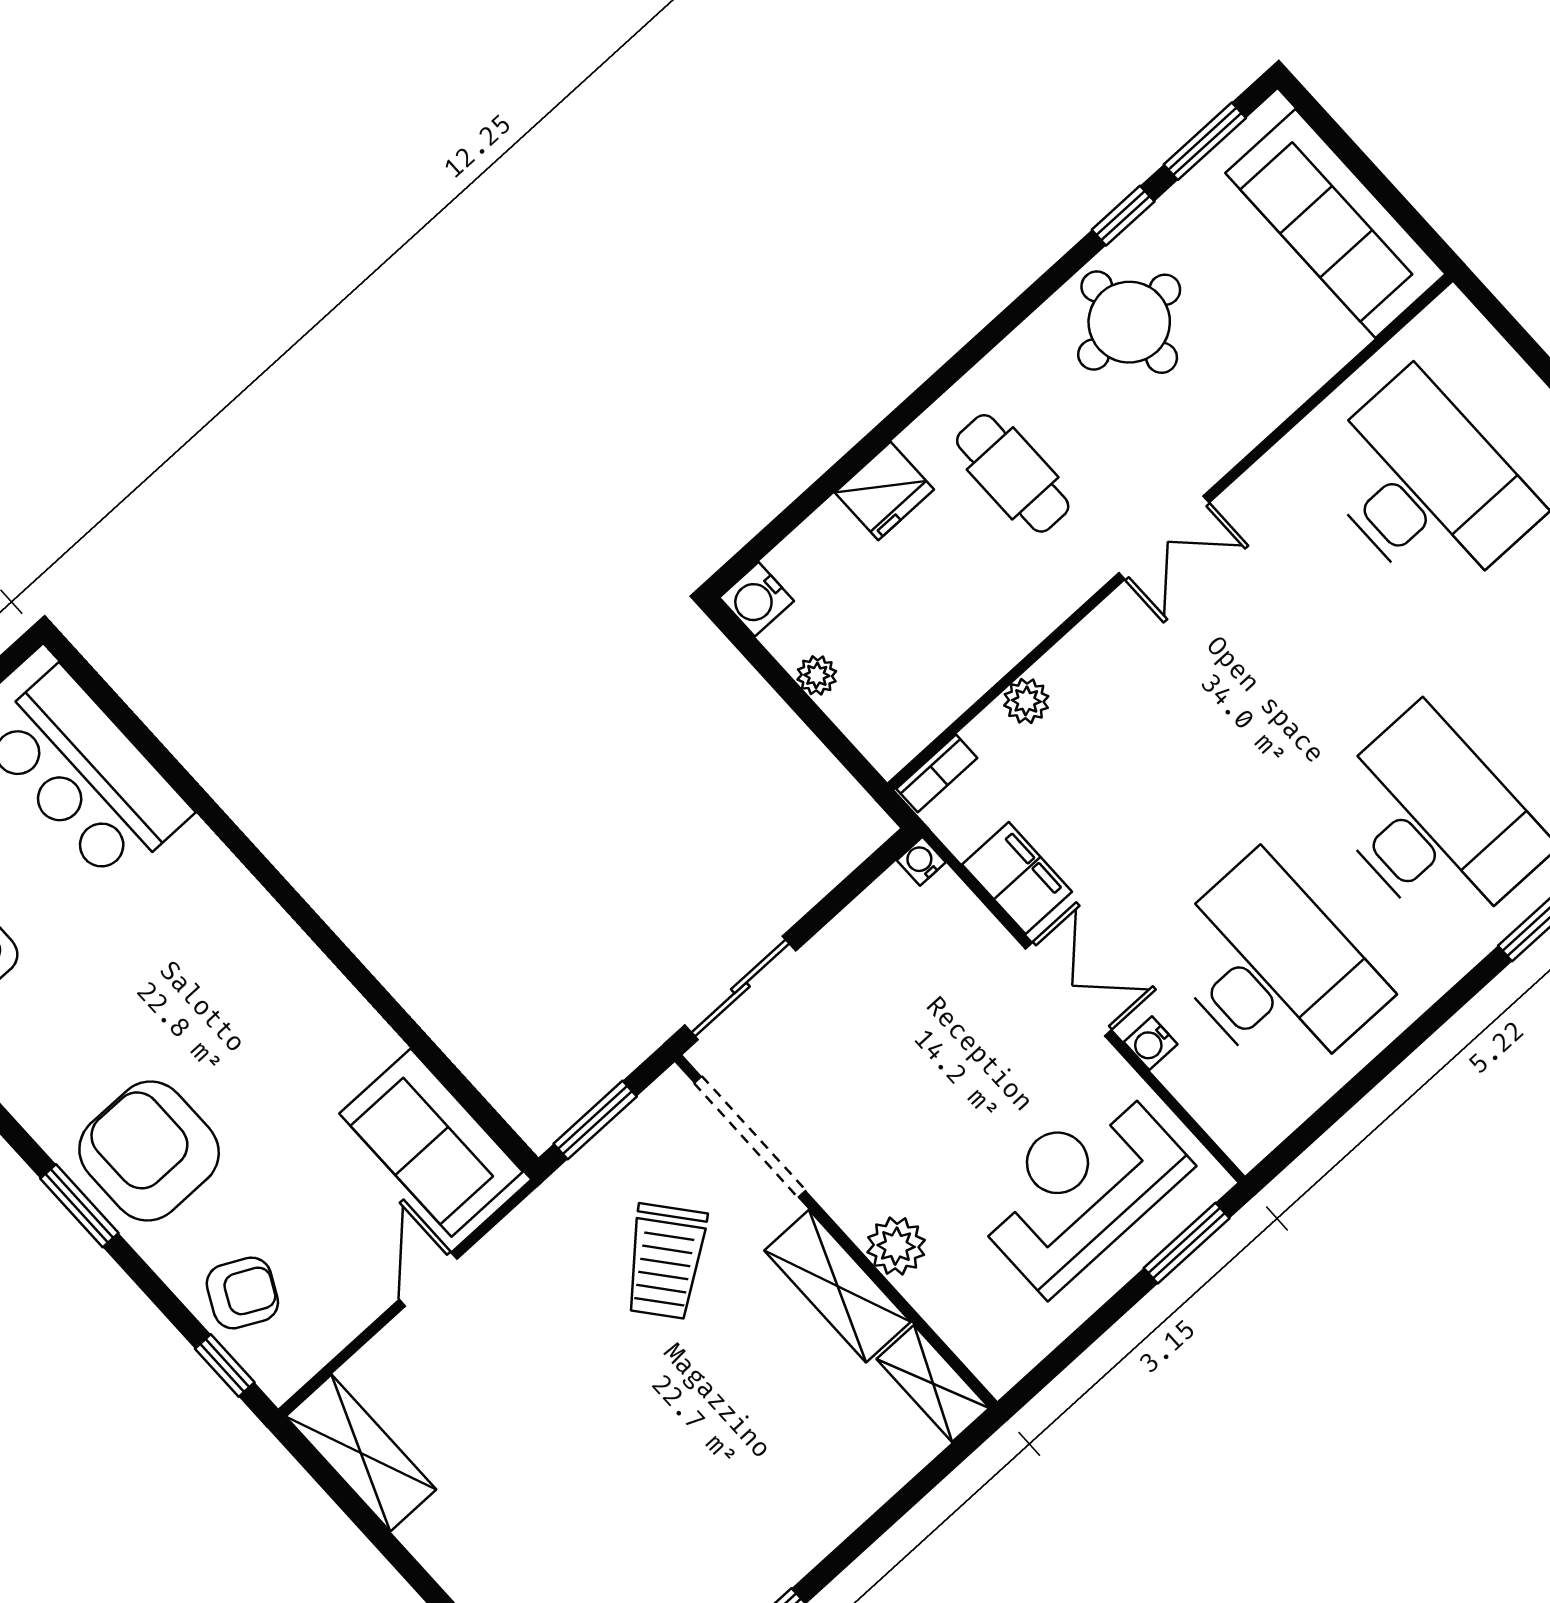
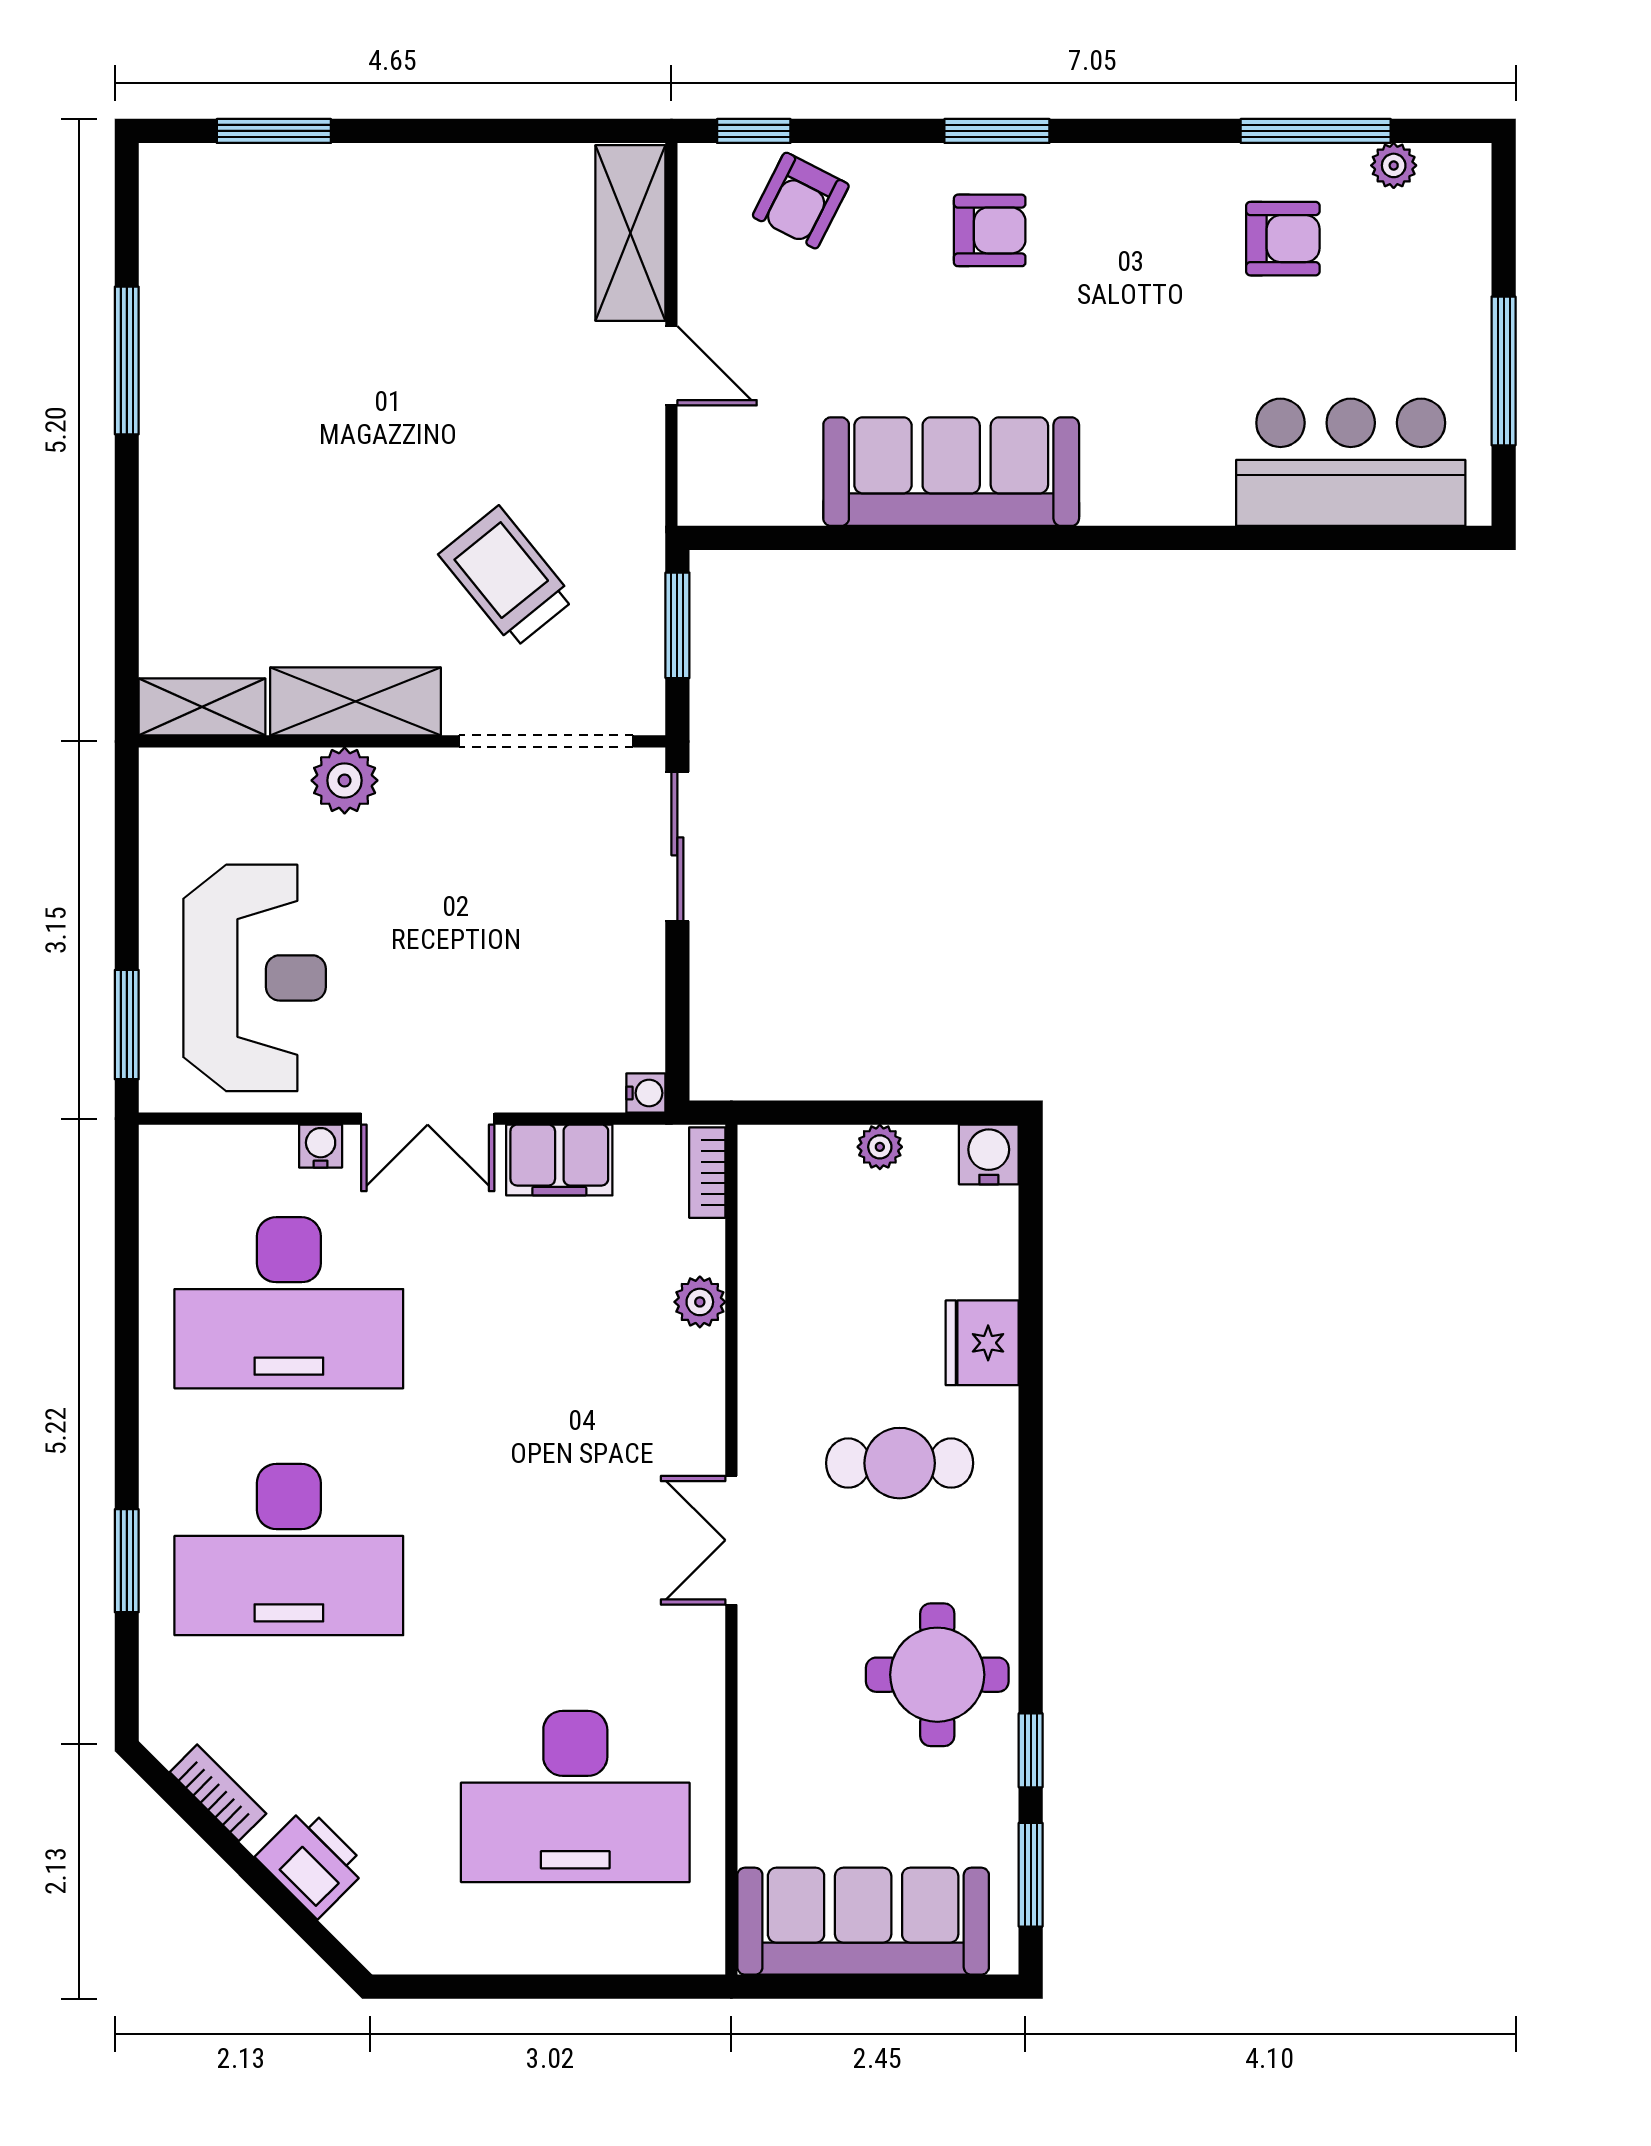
sofa: (431, 1143) -> (951, 472), moved, width x1.36
armchair: (149, 1151) -> (990, 230), width x0.53, depth x0.53
shelving: (361, 1453) -> (630, 233), moved, turned 90

